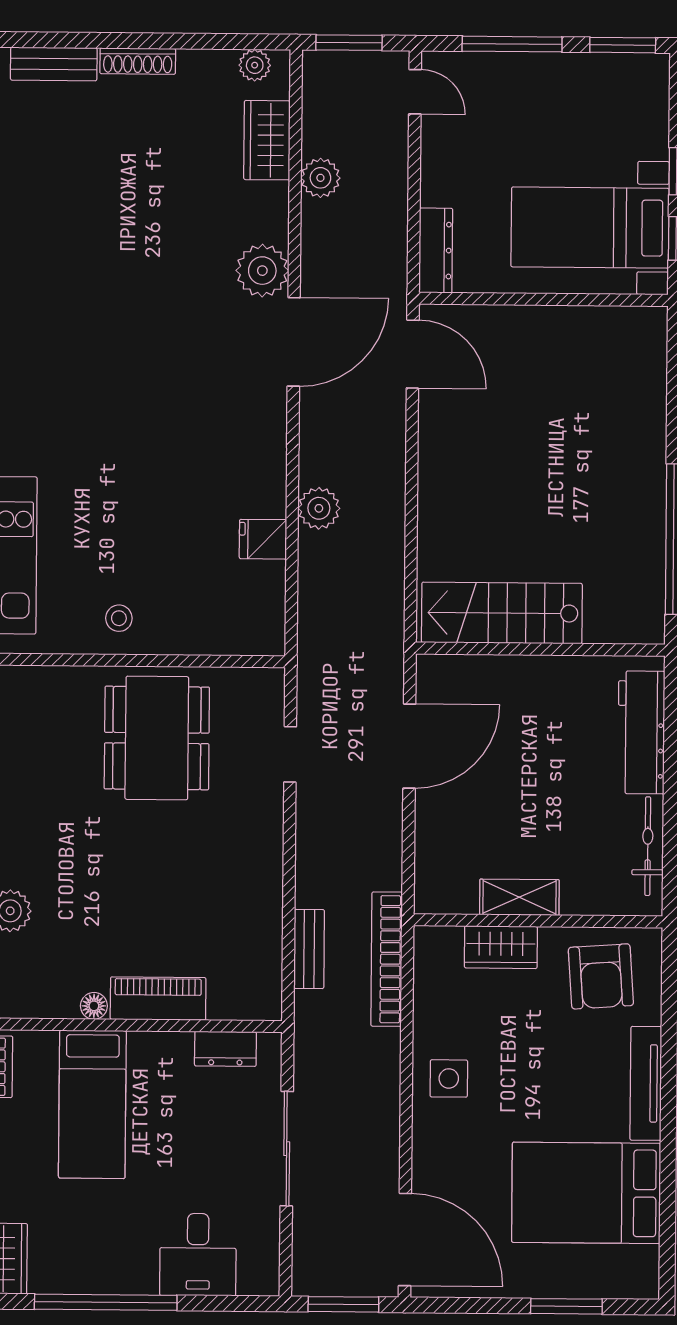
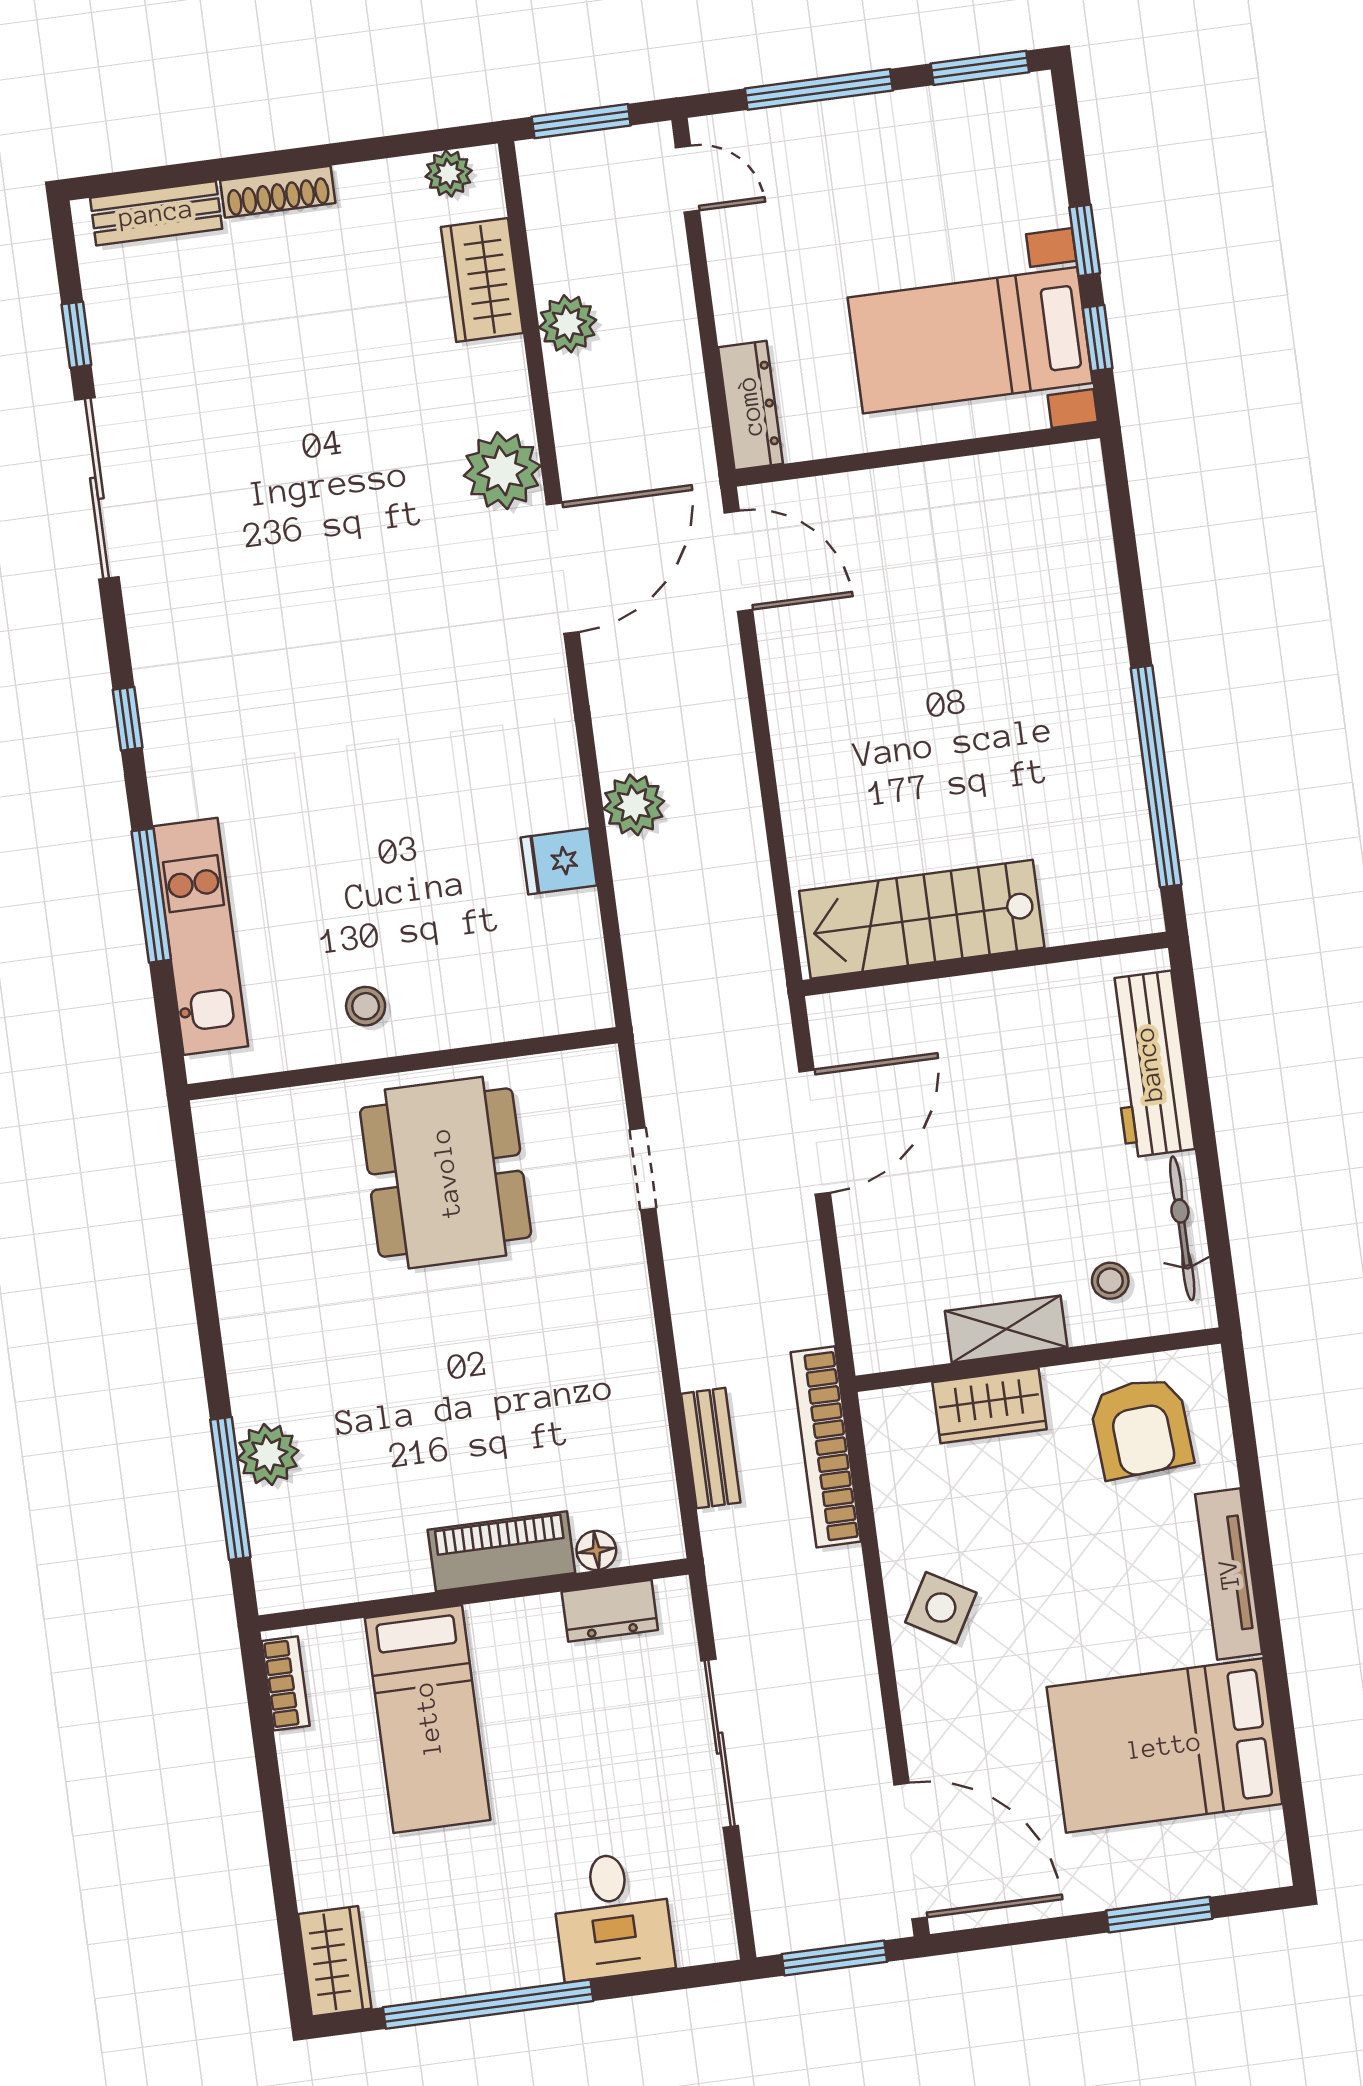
stool: (594, 875) -> (1110, 1281), added
floor lamp: (94, 1006) -> (596, 1550), moved
side table: (449, 1078) -> (941, 1608), turned 30

